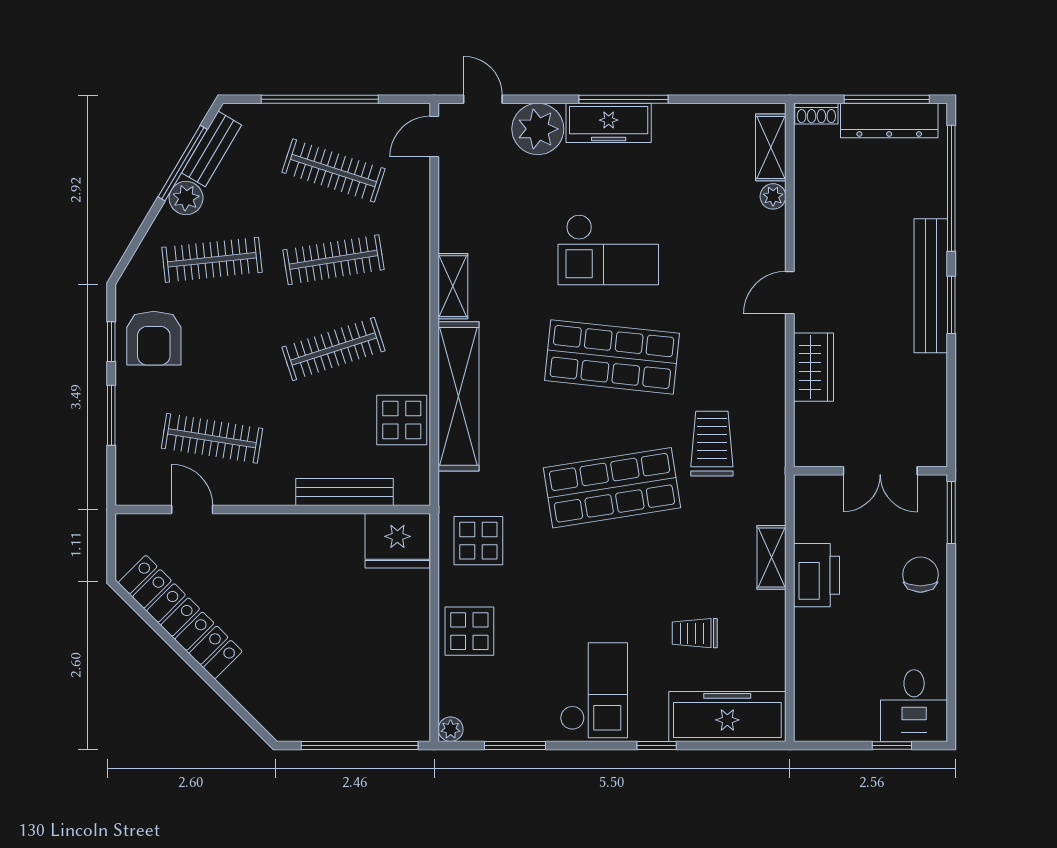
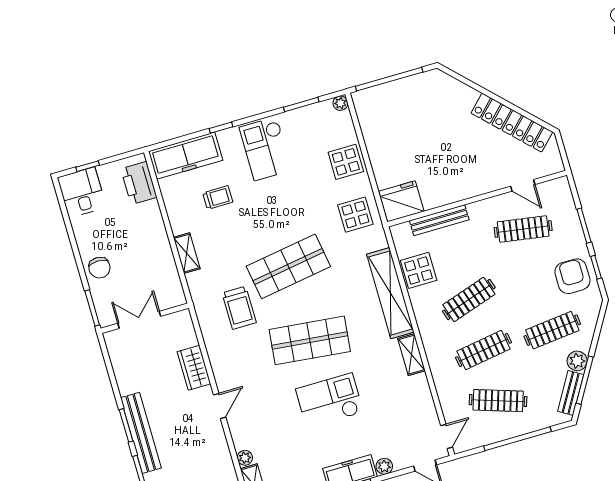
plant: (538, 129) -> (384, 466), width x0.53, depth x0.53
printer: (816, 575) -> (139, 183), moved

